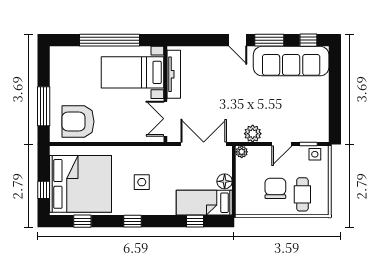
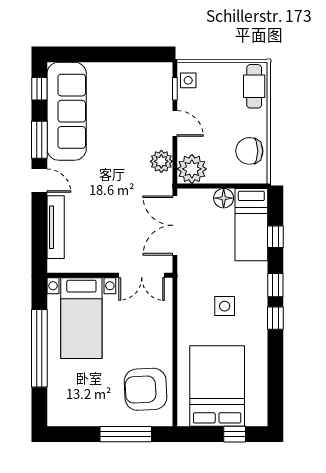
door: (238, 40) -> (39, 181), hinge flipped
tv unit: (174, 74) -> (56, 227), moved, turned 90
armchair: (78, 122) -> (146, 389), turned 87
plant: (242, 152) -> (192, 169), width x1.88, depth x1.88
bed: (81, 184) -> (217, 386), width x0.73
chair: (275, 188) -> (249, 151), moved
cafe table: (302, 194) -> (254, 86), moved, turned 90
window: (82, 221) -> (275, 285), moved

